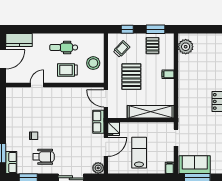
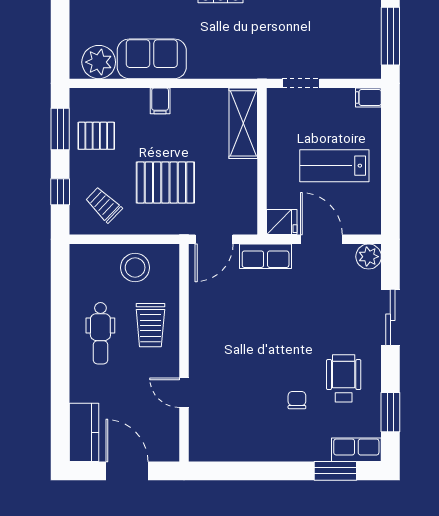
shelving: (151, 112) -> (243, 123), width x0.68
sofa: (195, 165) -> (152, 59), moved, turned 90

